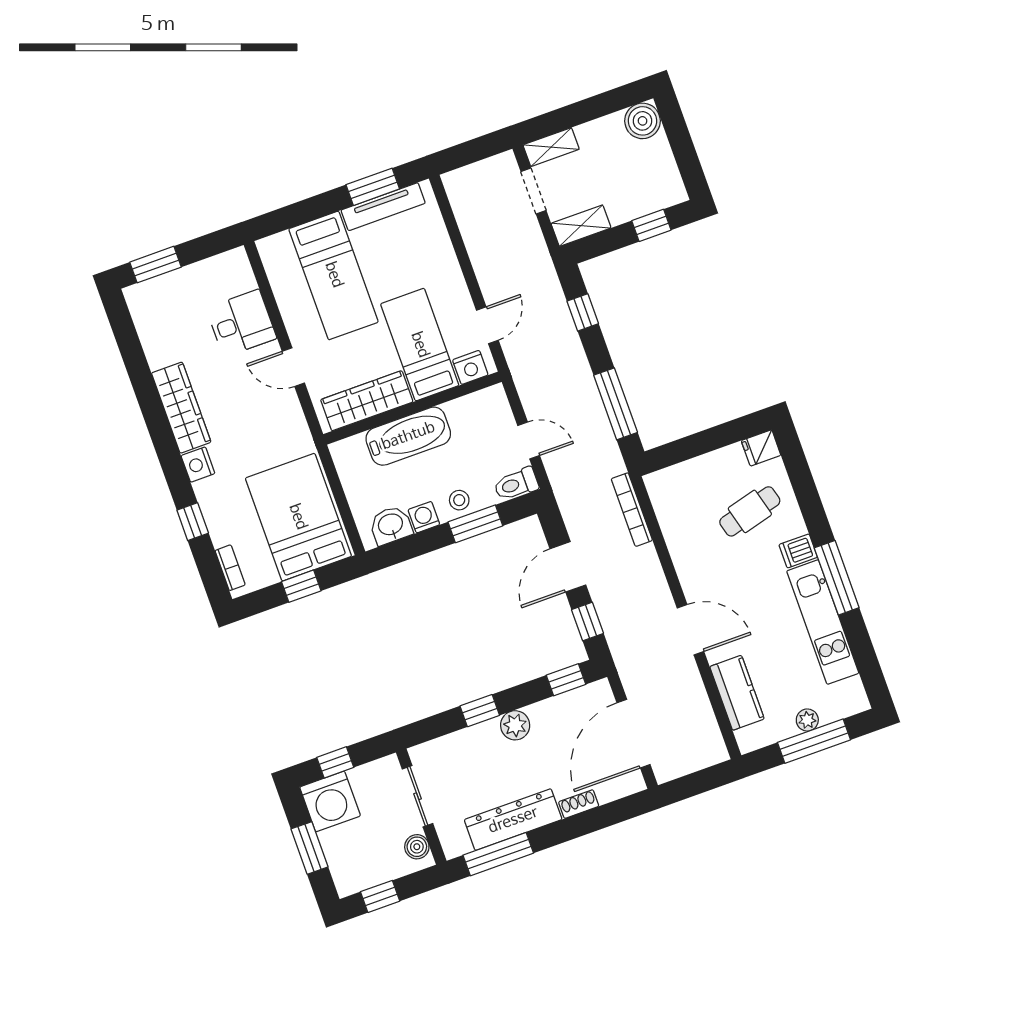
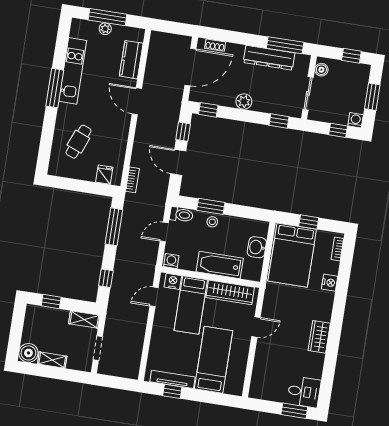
shelving: (551, 147) -> (52, 360), moved
window: (373, 187) -> (172, 391), width x0.67
desk: (241, 323) -> (304, 392), moved, turned 180
door: (293, 367) -> (256, 327), hinge flipped
wardrobe: (181, 408) -> (319, 337), width x0.67
door: (529, 441) -> (164, 232), hinge flipped
fridge: (761, 448) -> (104, 175), moved, turned -90
nightstand: (198, 465) -> (330, 283), moved
bookcase: (632, 510) -> (132, 180), width x0.64
cafe table: (750, 511) -> (78, 142), turned -54
washing machine: (424, 517) -> (171, 261), moved, turned 180
window: (193, 522) -> (343, 280), removed
washbasin: (391, 525) -> (257, 247), moved, turned 90
dishwasher: (798, 551) -> (66, 111), removed
door: (568, 567) -> (178, 162), swing flipped
window: (480, 711) -> (279, 121), moved
washing machine: (330, 801) -> (356, 120), width x0.53, depth x0.53
shoe rack: (579, 804) -> (215, 45), moved

